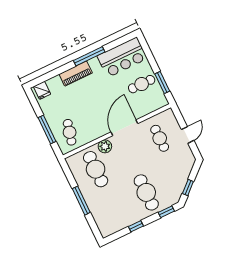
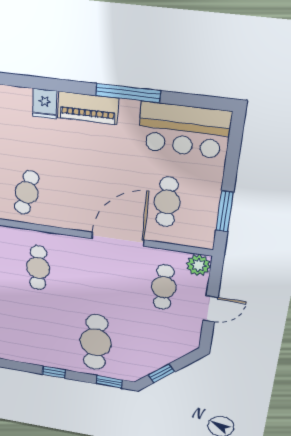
cafe table: (142, 84) -> (167, 202), moved, turned 90
fridge: (42, 90) -> (45, 104), moved
plant: (105, 146) -> (198, 265), moved
cafe table: (96, 169) -> (38, 268), width x0.73, depth x0.74

